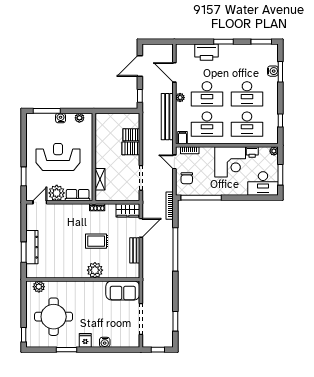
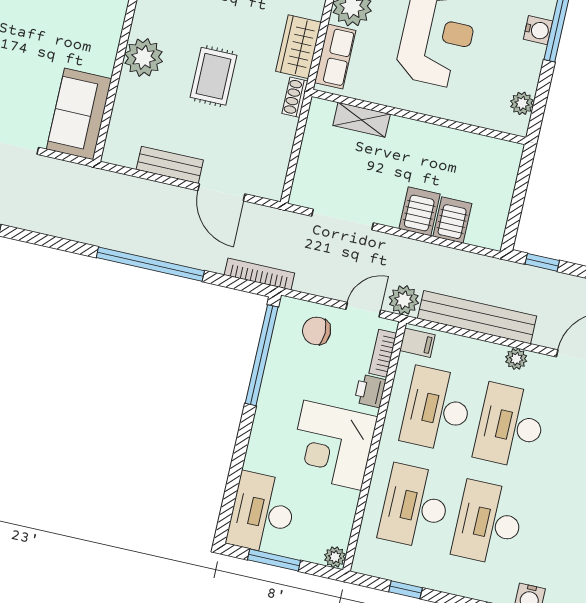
water cooler: (61, 118) -> (538, 30), moved
plant: (167, 147) -> (404, 300), added
printer: (252, 152) -> (370, 391), moved
wardrobe: (128, 210) -> (299, 47), moved

